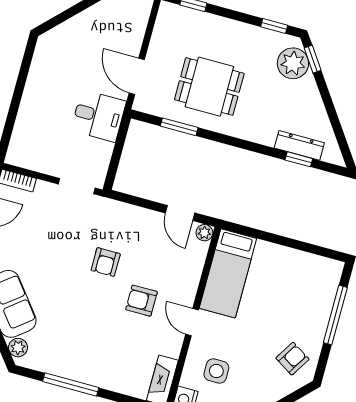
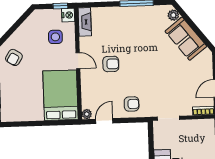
door: (180, 213) -> (104, 121), hinge flipped
armchair: (106, 262) -> (132, 104), moved, turned 90
bed: (228, 273) -> (60, 95), width x1.50

